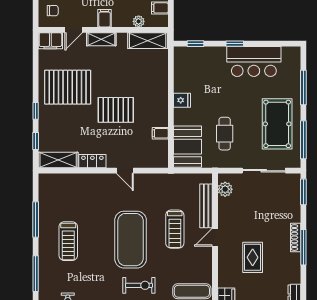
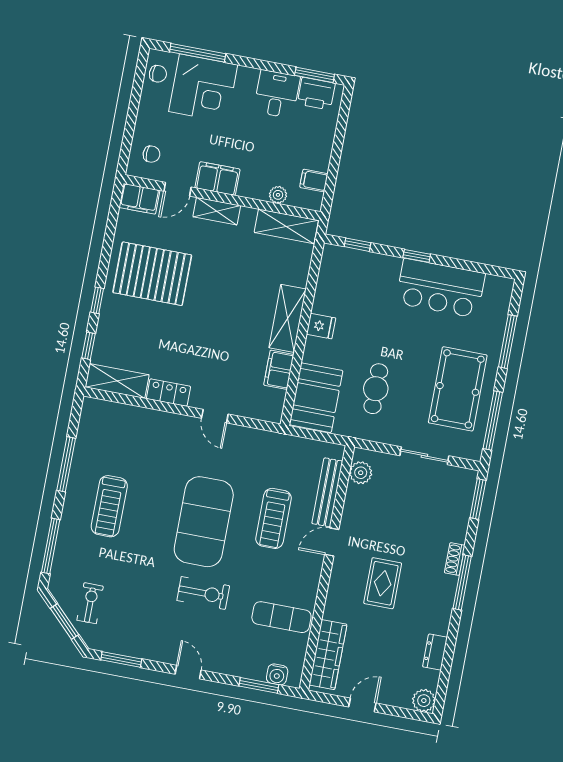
filing cabinet: (105, 18) -> (217, 179), width x2.00
shelving: (160, 99) -> (288, 318), added
pallet: (116, 110) -> (218, 322), removed
filing cabinet: (160, 133) -> (279, 370), width x2.00
sliding door: (264, 171) -> (424, 456), width x0.73
shoe rack: (296, 238) -> (455, 559), width x0.70

